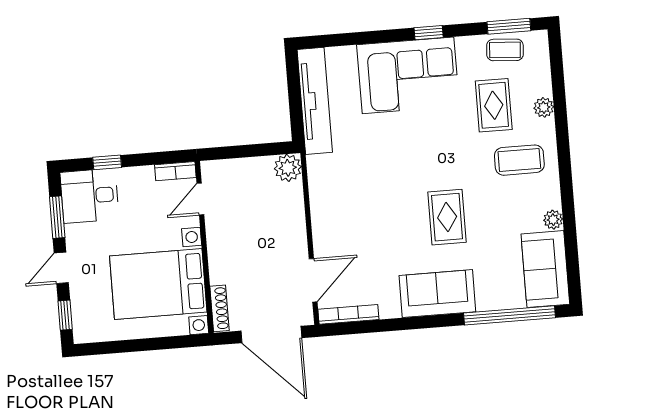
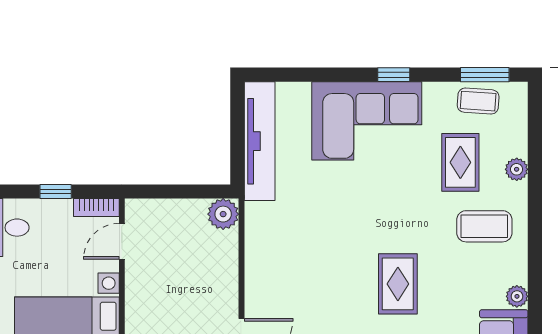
window: (107, 162) -> (56, 191), moved

